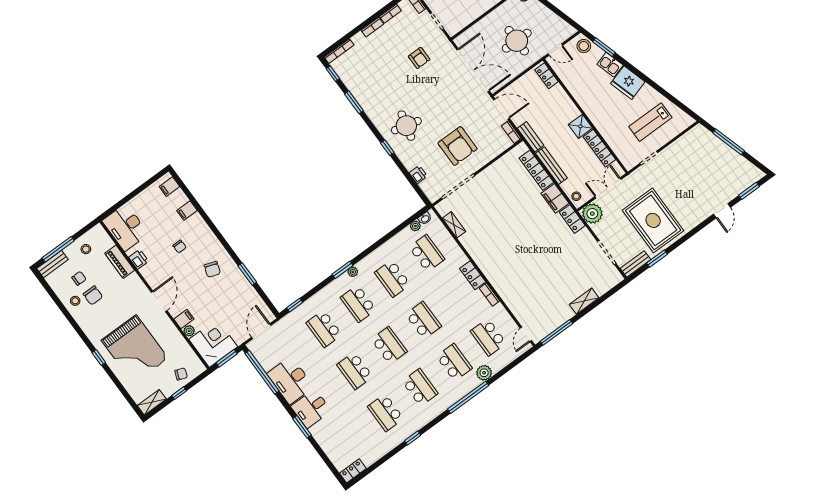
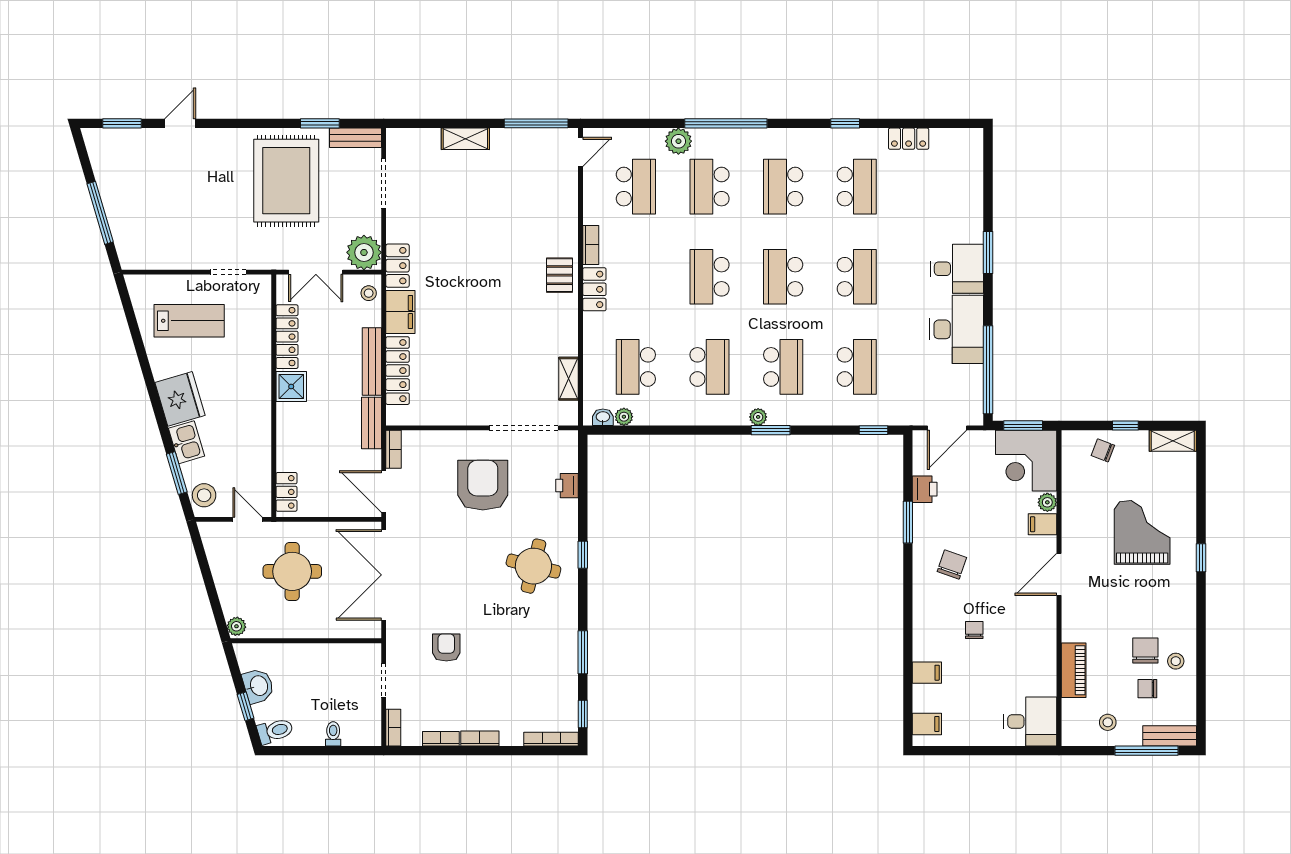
desk: (125, 227) -> (1030, 721), width x0.73
printer: (139, 259) -> (925, 489), moved, turned 180
pallet: (494, 270) -> (559, 275), added
grand piano: (135, 349) -> (1142, 532), width x0.73, depth x0.68
locker: (353, 471) -> (909, 139), moved

